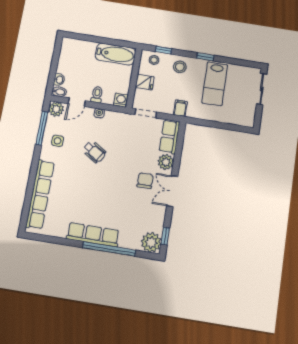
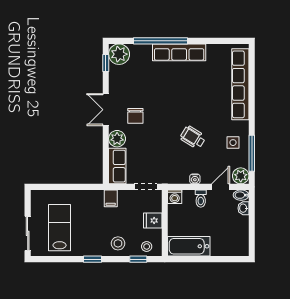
lab bench: (215, 84) -> (60, 228), moved
double door: (172, 191) -> (106, 110), swing flipped

